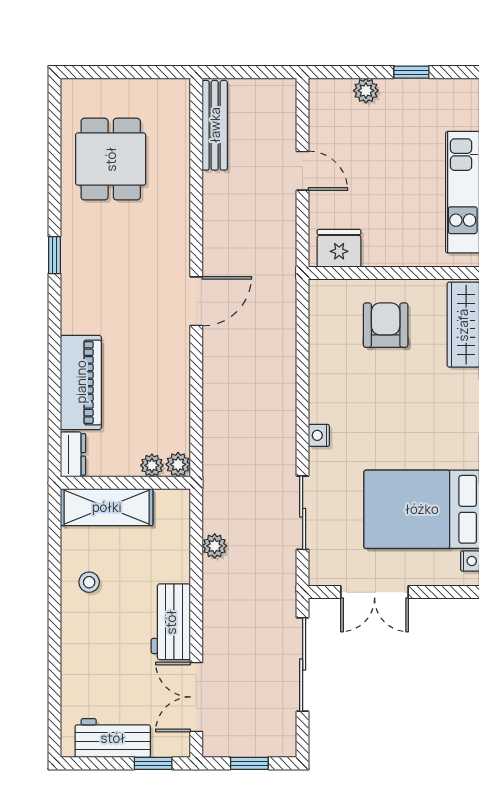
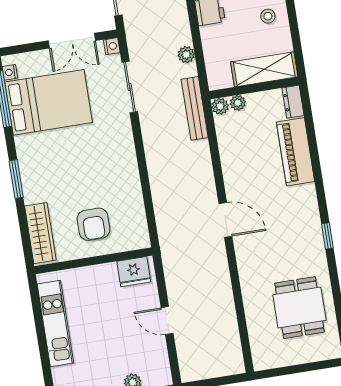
bench: (215, 125) -> (195, 108), moved
door: (196, 301) -> (225, 220), swing flipped
nightstand: (319, 435) -> (112, 46), moved
double door: (375, 592) -> (72, 41), swing flipped

